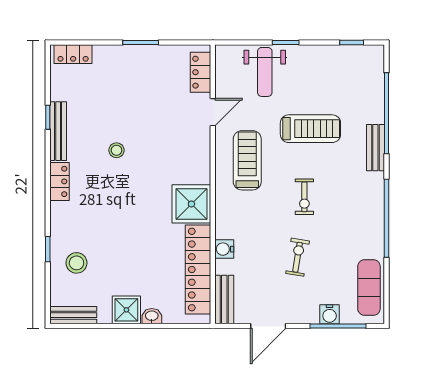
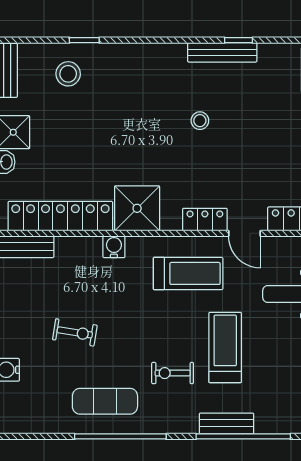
treadmill: (310, 129) -> (225, 347), turned 180
bench: (375, 148) -> (227, 423), moved
locker: (59, 181) -> (205, 220), moved, turned 180
exercise bike: (304, 197) -> (173, 373), moved
water cooler: (224, 249) -> (114, 247), moved
exercise mat: (369, 288) -> (105, 401), moved

